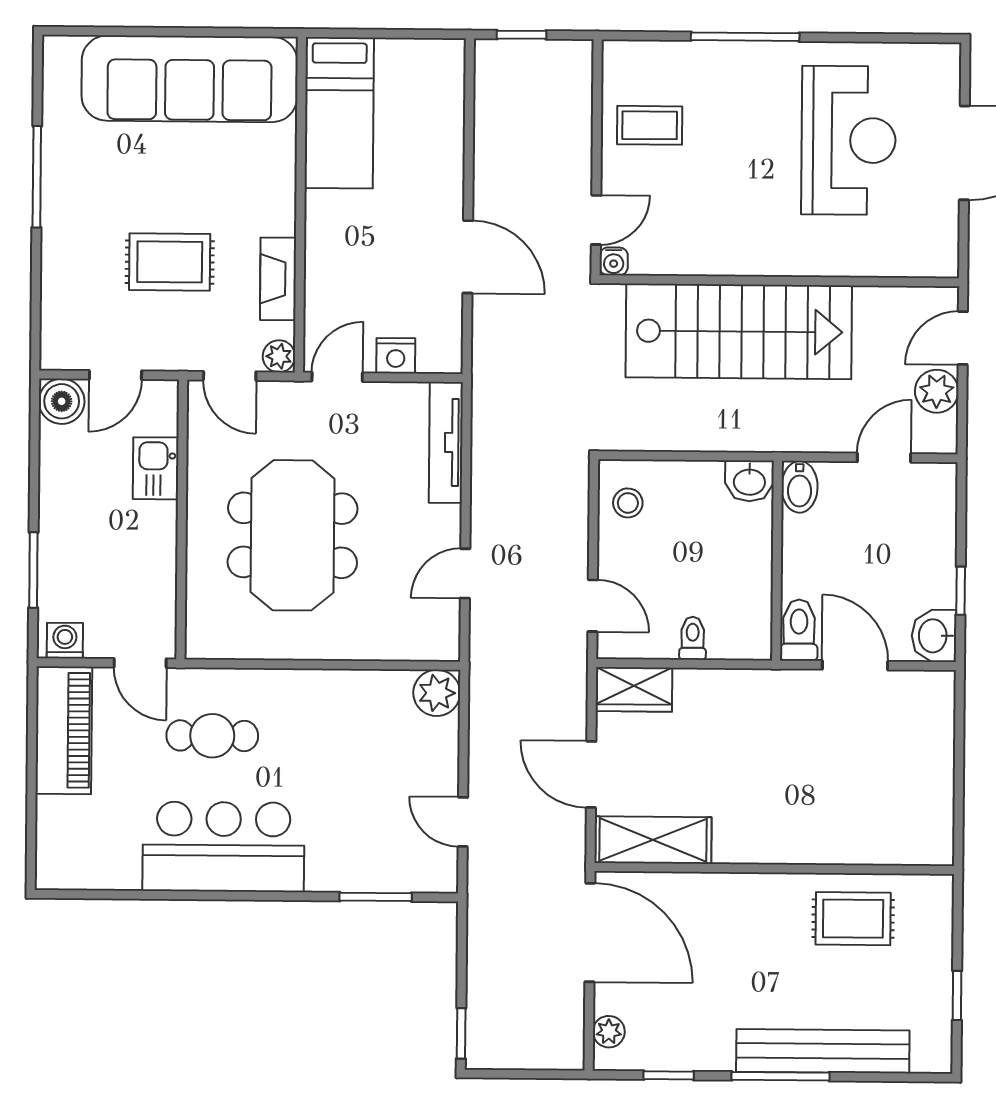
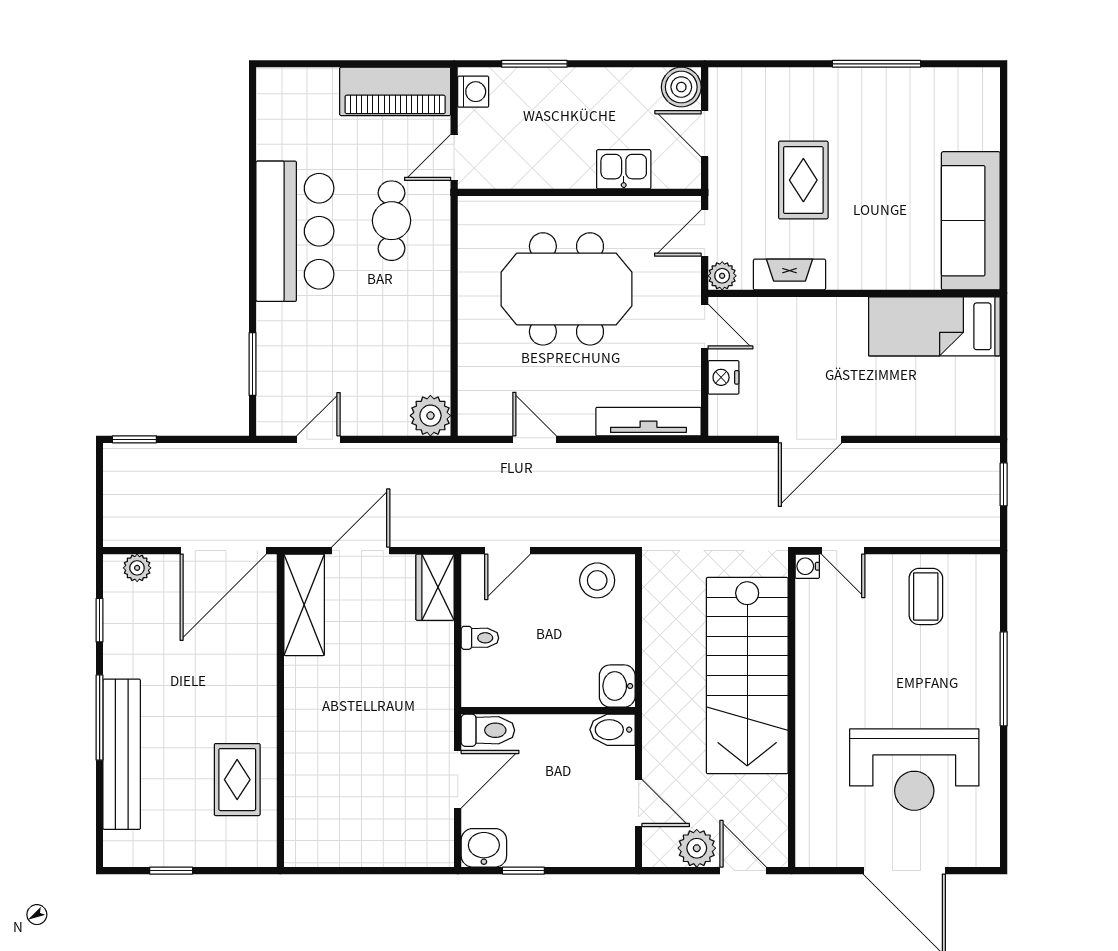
sofa: (190, 79) -> (971, 221), width x0.74, depth x0.79
stool: (628, 503) -> (597, 580), width x1.37, depth x1.37

